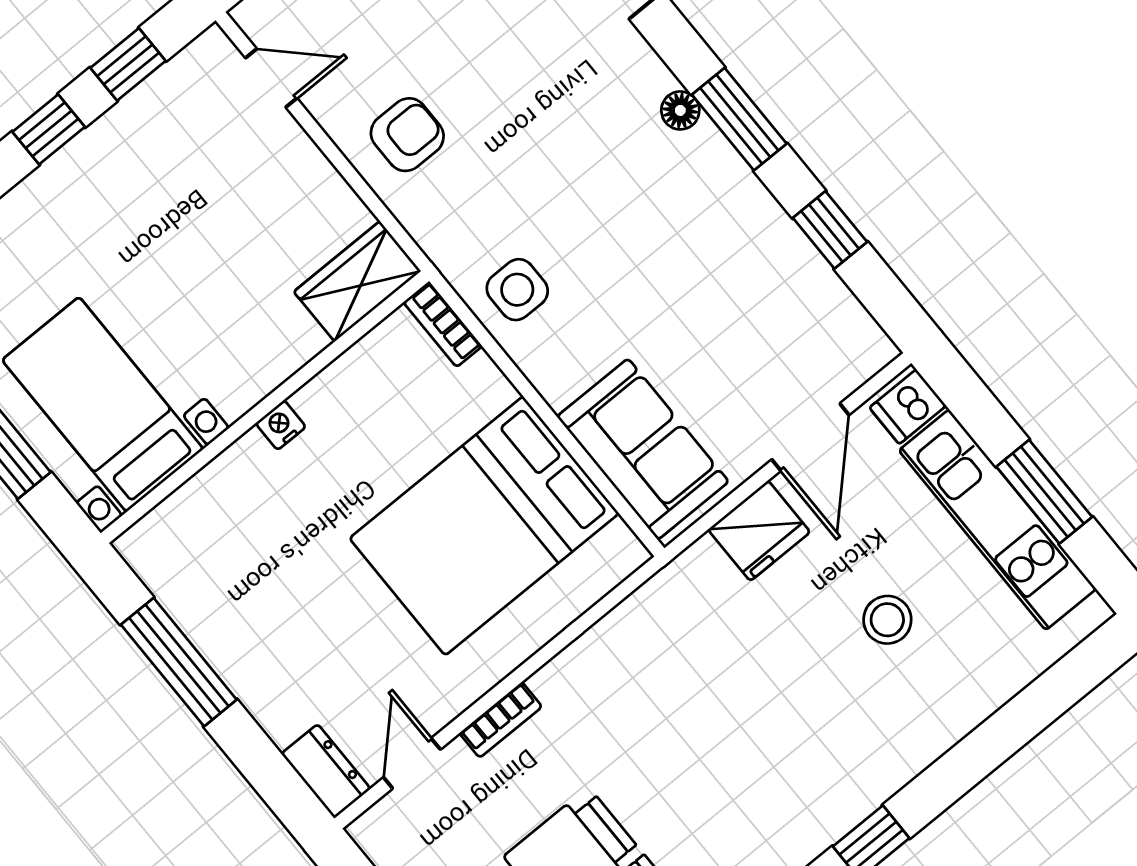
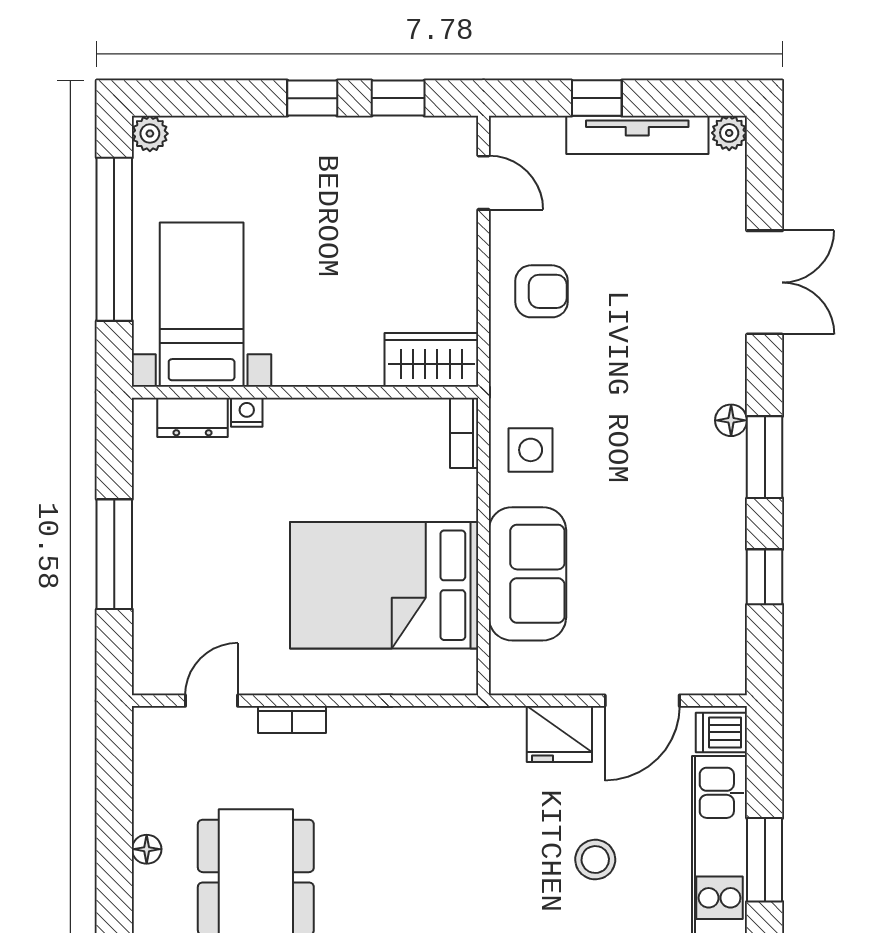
nightstand: (281, 425) -> (247, 412), moved
sofa: (643, 449) -> (527, 574), moved
window: (179, 662) -> (114, 554), moved
dresser: (326, 771) -> (193, 417), moved, turned 90

